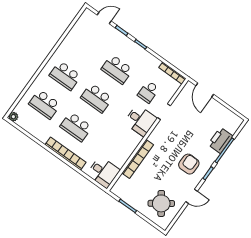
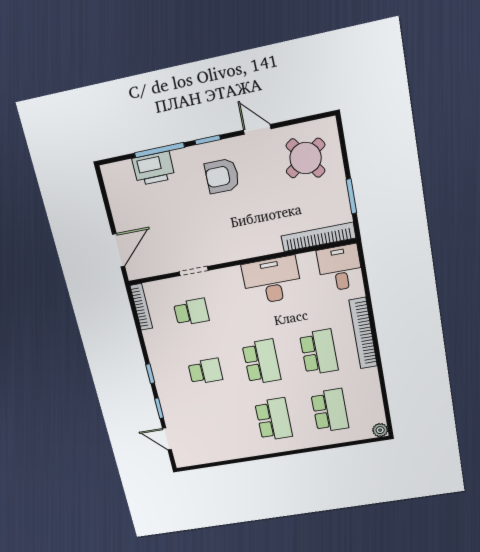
school desk: (117, 69) -> (205, 371), width x0.54
desk: (140, 120) -> (272, 280), moved, width x1.37
bookcase: (138, 159) -> (318, 237), moved

